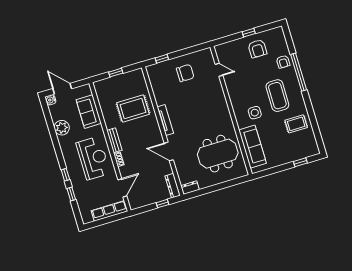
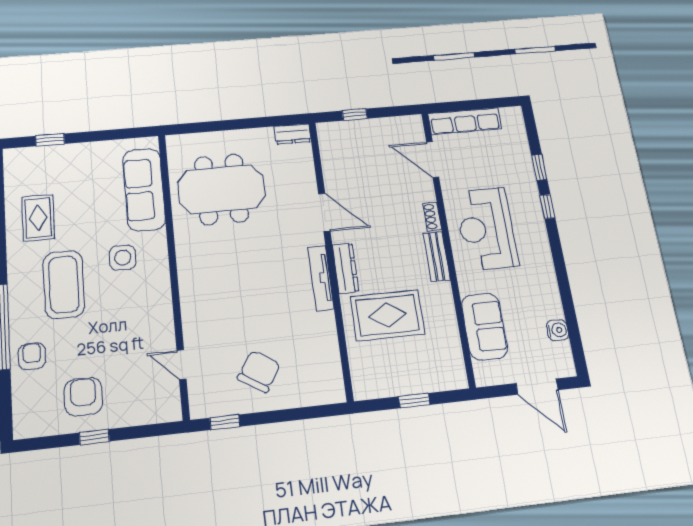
window: (162, 59) -> (225, 422), moved
chair: (185, 73) -> (259, 371), turned 123
water cooler: (51, 100) -> (558, 330), moved
rug: (296, 124) -> (38, 218), turned 90
plant: (62, 128) -> (546, 303), removed
dresser: (173, 186) -> (346, 268), moved
door: (122, 188) -> (433, 160), hinge flipped

